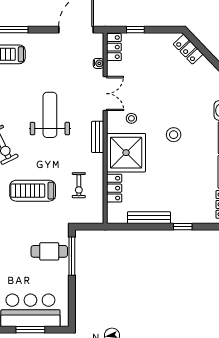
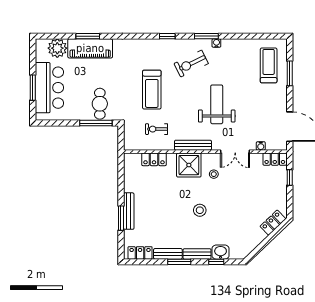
weight bench: (50, 115) -> (217, 104), turned -90
bench: (98, 137) -> (193, 145), width x1.36
shower: (126, 153) -> (189, 165), width x0.73, depth x0.73
treadmill: (33, 191) -> (152, 90), turned 180
bench: (149, 218) -> (129, 211), moved
window: (183, 227) -> (121, 218), width x1.50

